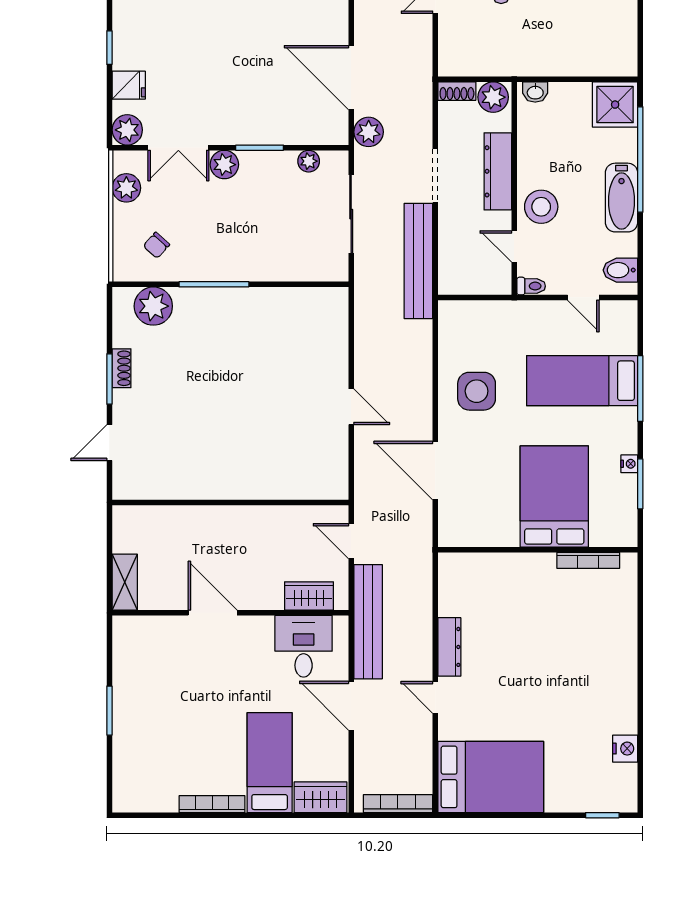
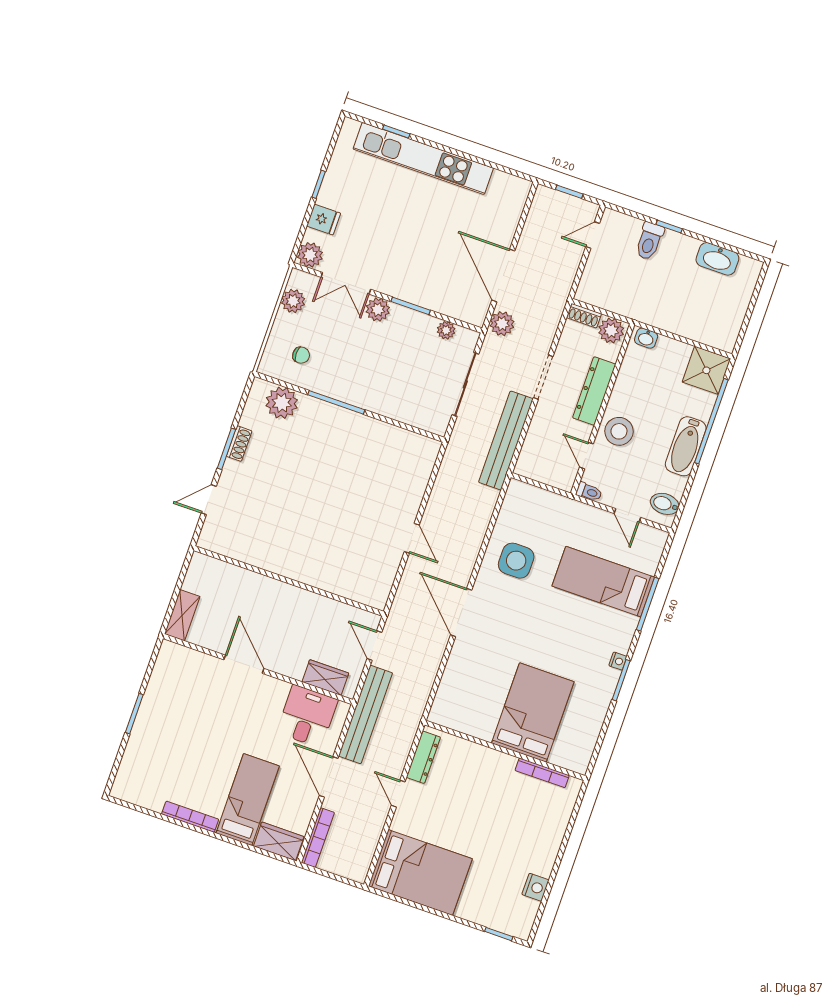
chair: (156, 245) -> (301, 355), turned -132
bed: (554, 496) -> (533, 712), moved
wall: (538, 550) -> (505, 750), moved
bookcase: (588, 560) -> (542, 773), moved
bookcase: (398, 804) -> (318, 838), moved, turned 90

